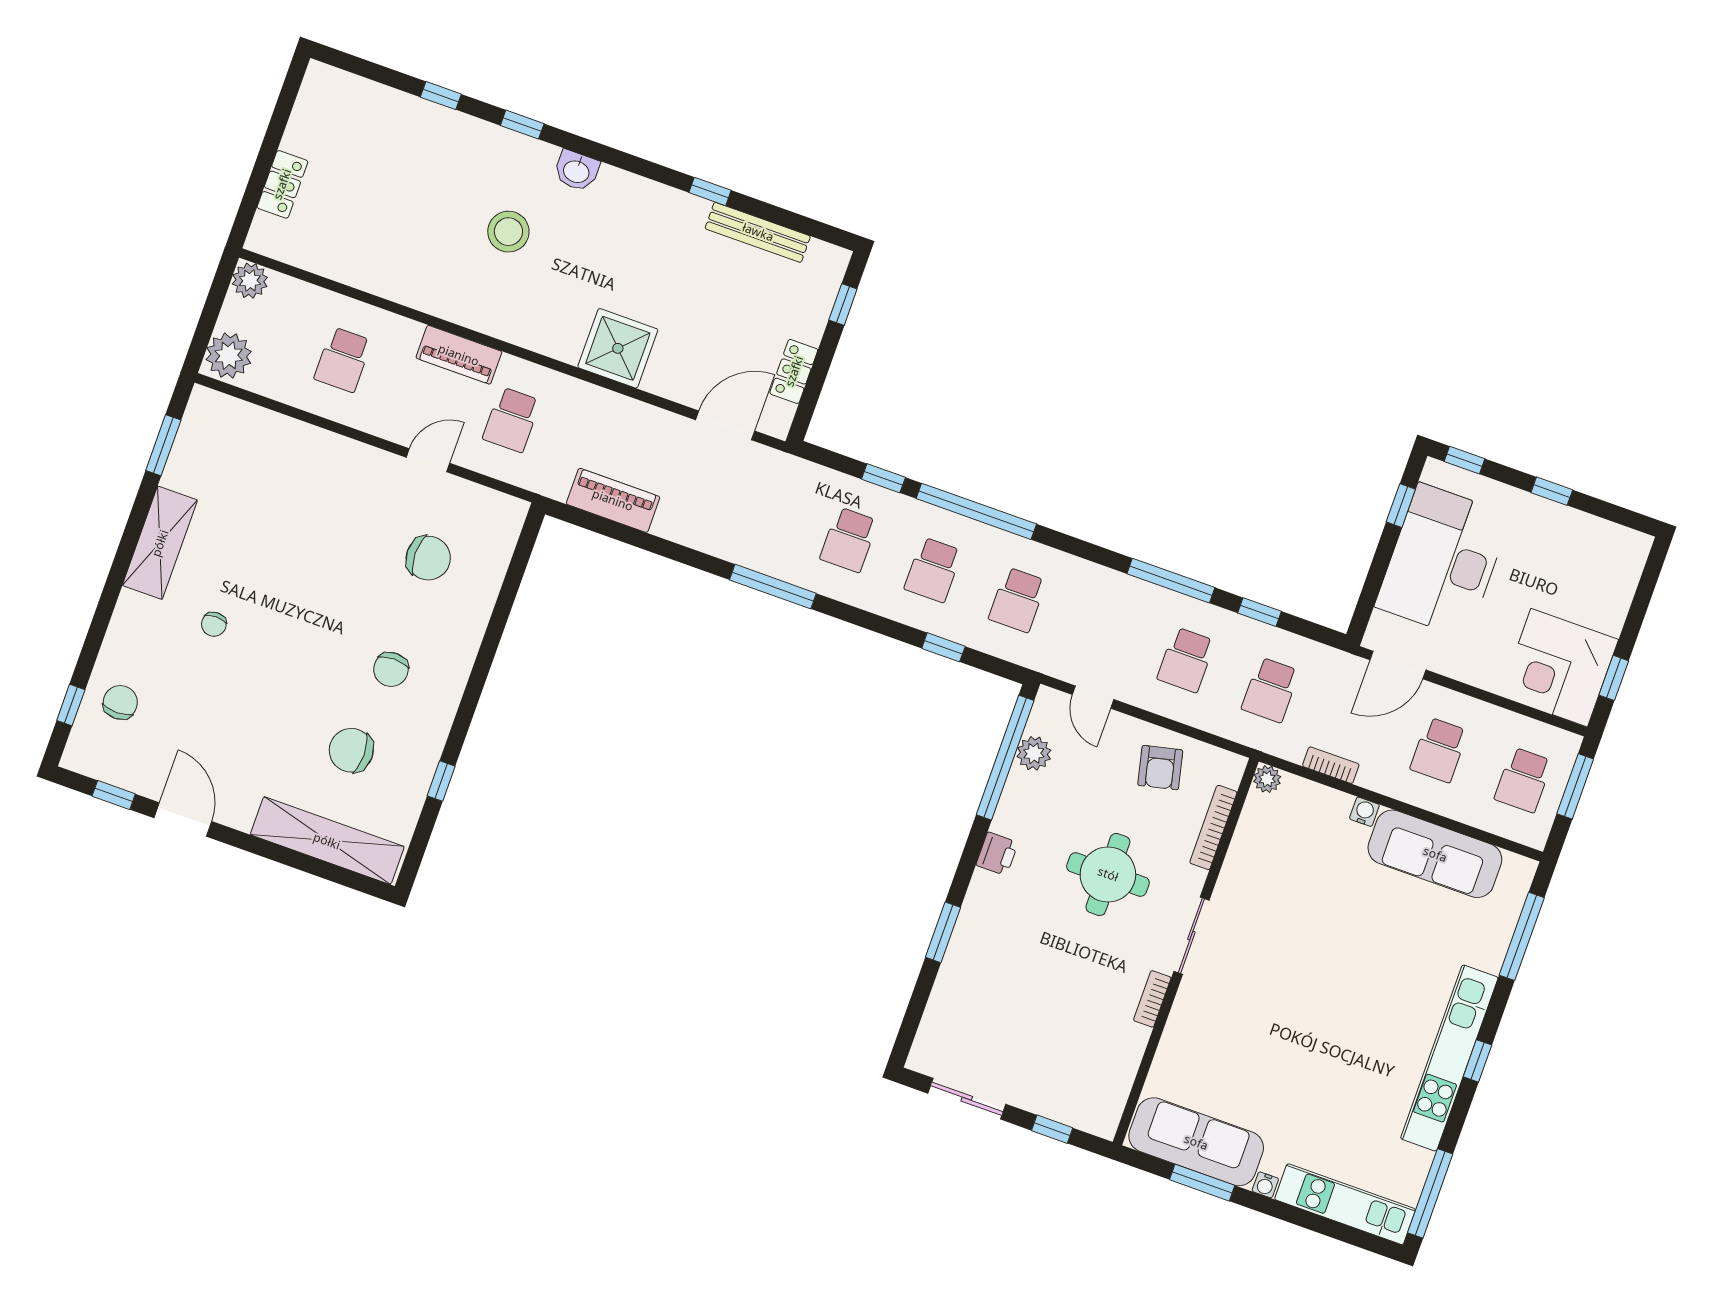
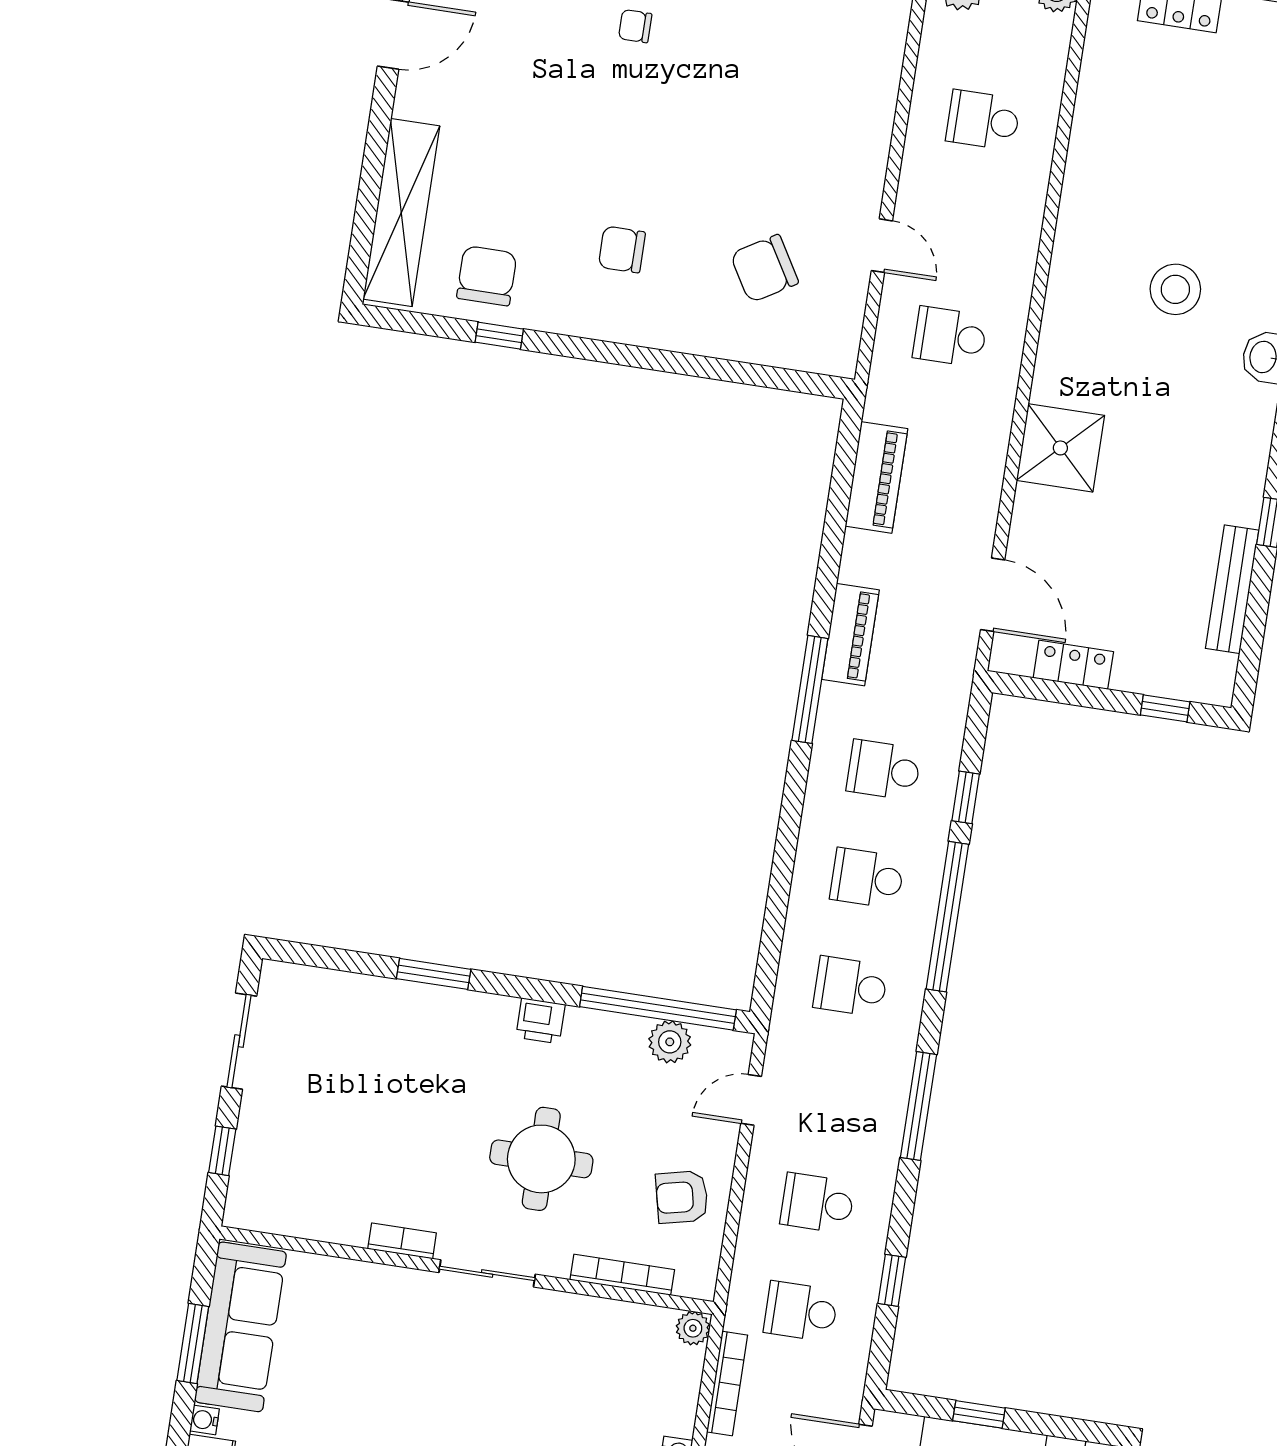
piano: (459, 355) -> (850, 635), moved, turned 180
window: (1401, 506) -> (979, 1414), moved
chair: (428, 558) -> (764, 269), turned 59
window: (1171, 581) -> (918, 1106), moved
window: (943, 647) -> (776, 909), removed
chair: (351, 750) -> (487, 276), moved
bookcase: (1331, 765) -> (727, 1383), width x1.56

